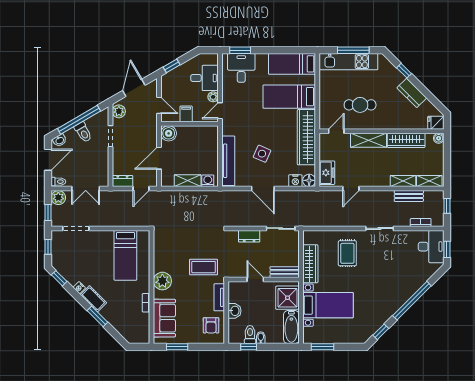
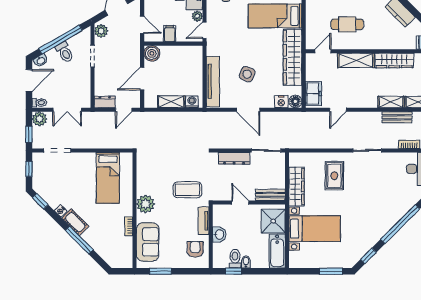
dresser: (249, 236) -> (234, 158), width x1.44
window: (97, 316) -> (79, 240), width x1.44
armchair: (211, 325) -> (195, 249), turned 180
window: (323, 347) -> (331, 271), moved

